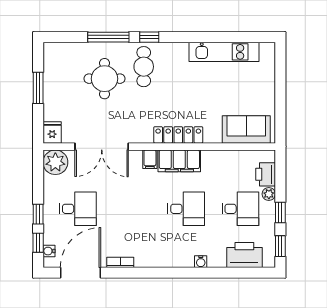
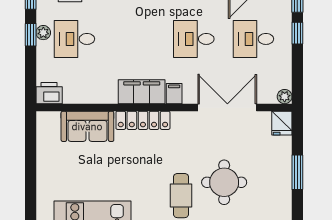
sofa: (246, 129) -> (87, 126), moved
plant: (55, 162) -> (285, 97), width x0.53, depth x0.53
printer: (266, 174) -> (49, 93), moved, turned -90
plant: (269, 194) -> (43, 33), moved
desk: (186, 209) -> (194, 39), moved

